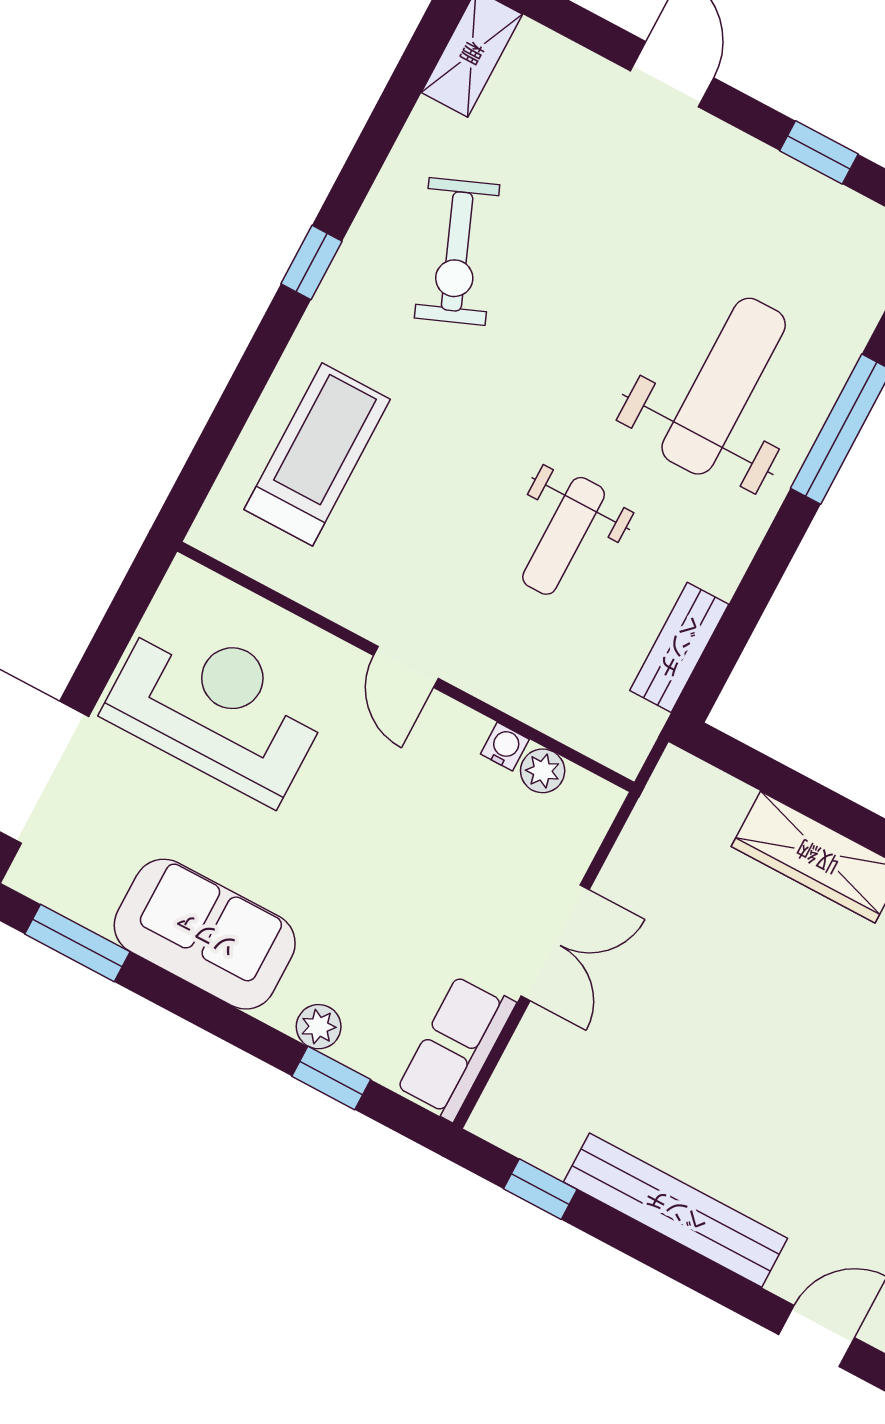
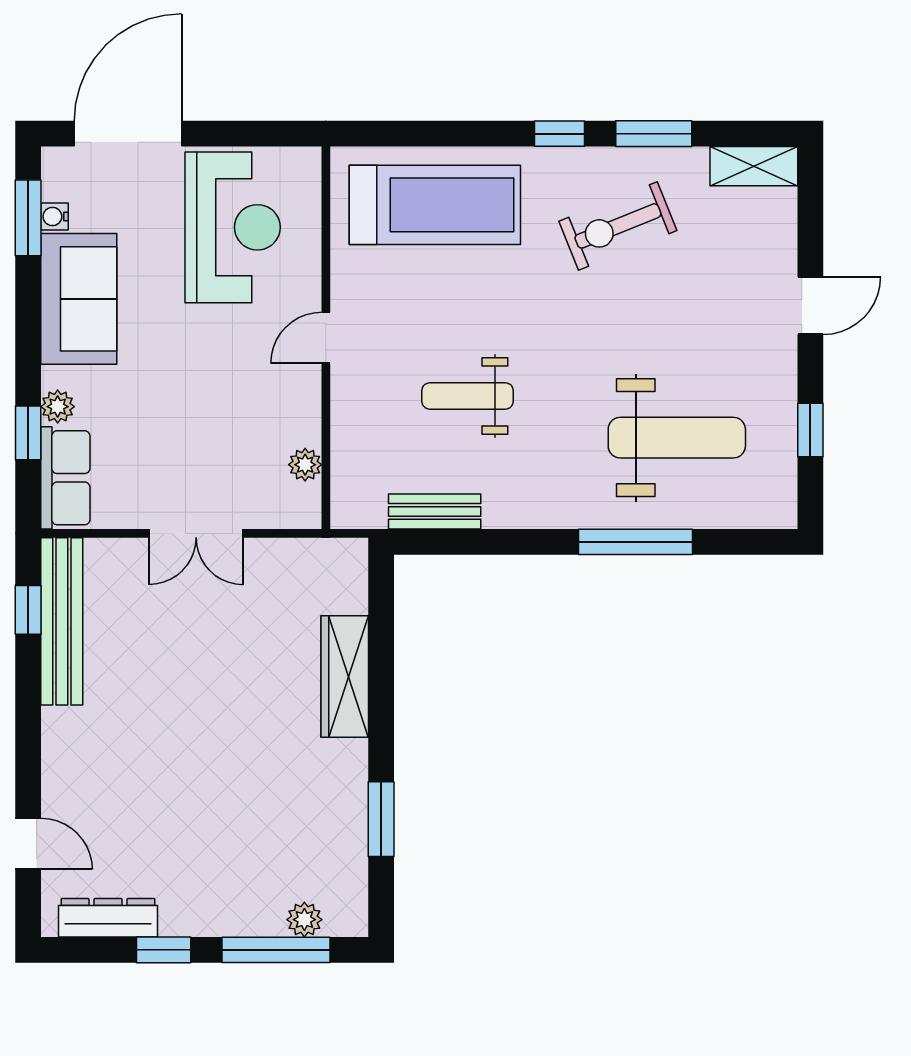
window: (371, 151) -> (654, 134), added
weight bench: (724, 386) -> (677, 438), moved
treadmill: (317, 454) -> (435, 205), width x1.37, depth x1.38
water cooler: (505, 747) -> (55, 217), moved, turned 180
row of seats: (456, 1047) -> (65, 478), moved, turned 90
bench: (676, 1210) -> (62, 621), moved

